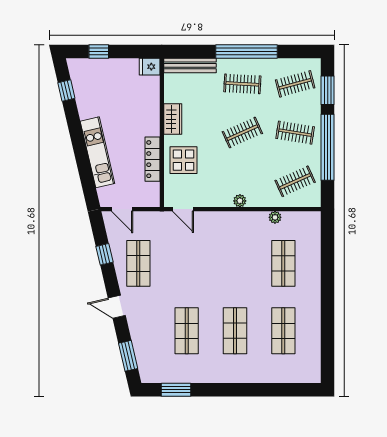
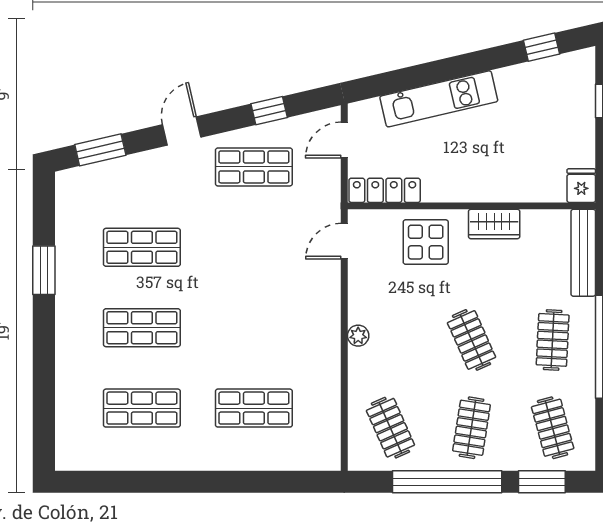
locker: (152, 159) -> (385, 190), moved
plant: (275, 217) -> (331, 394), removed
window: (176, 390) -> (44, 270), moved

